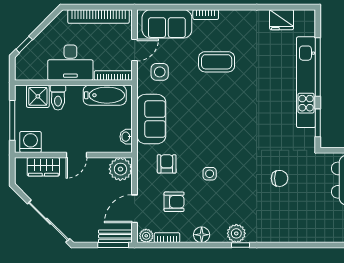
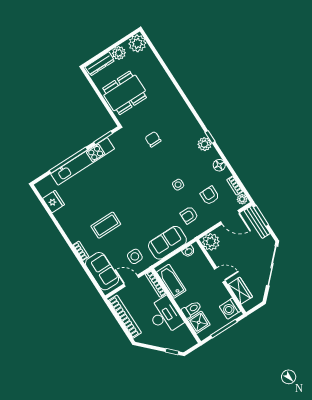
coffee table: (217, 62) -> (106, 225), turned 90
bench: (115, 236) -> (257, 222), width x1.36

